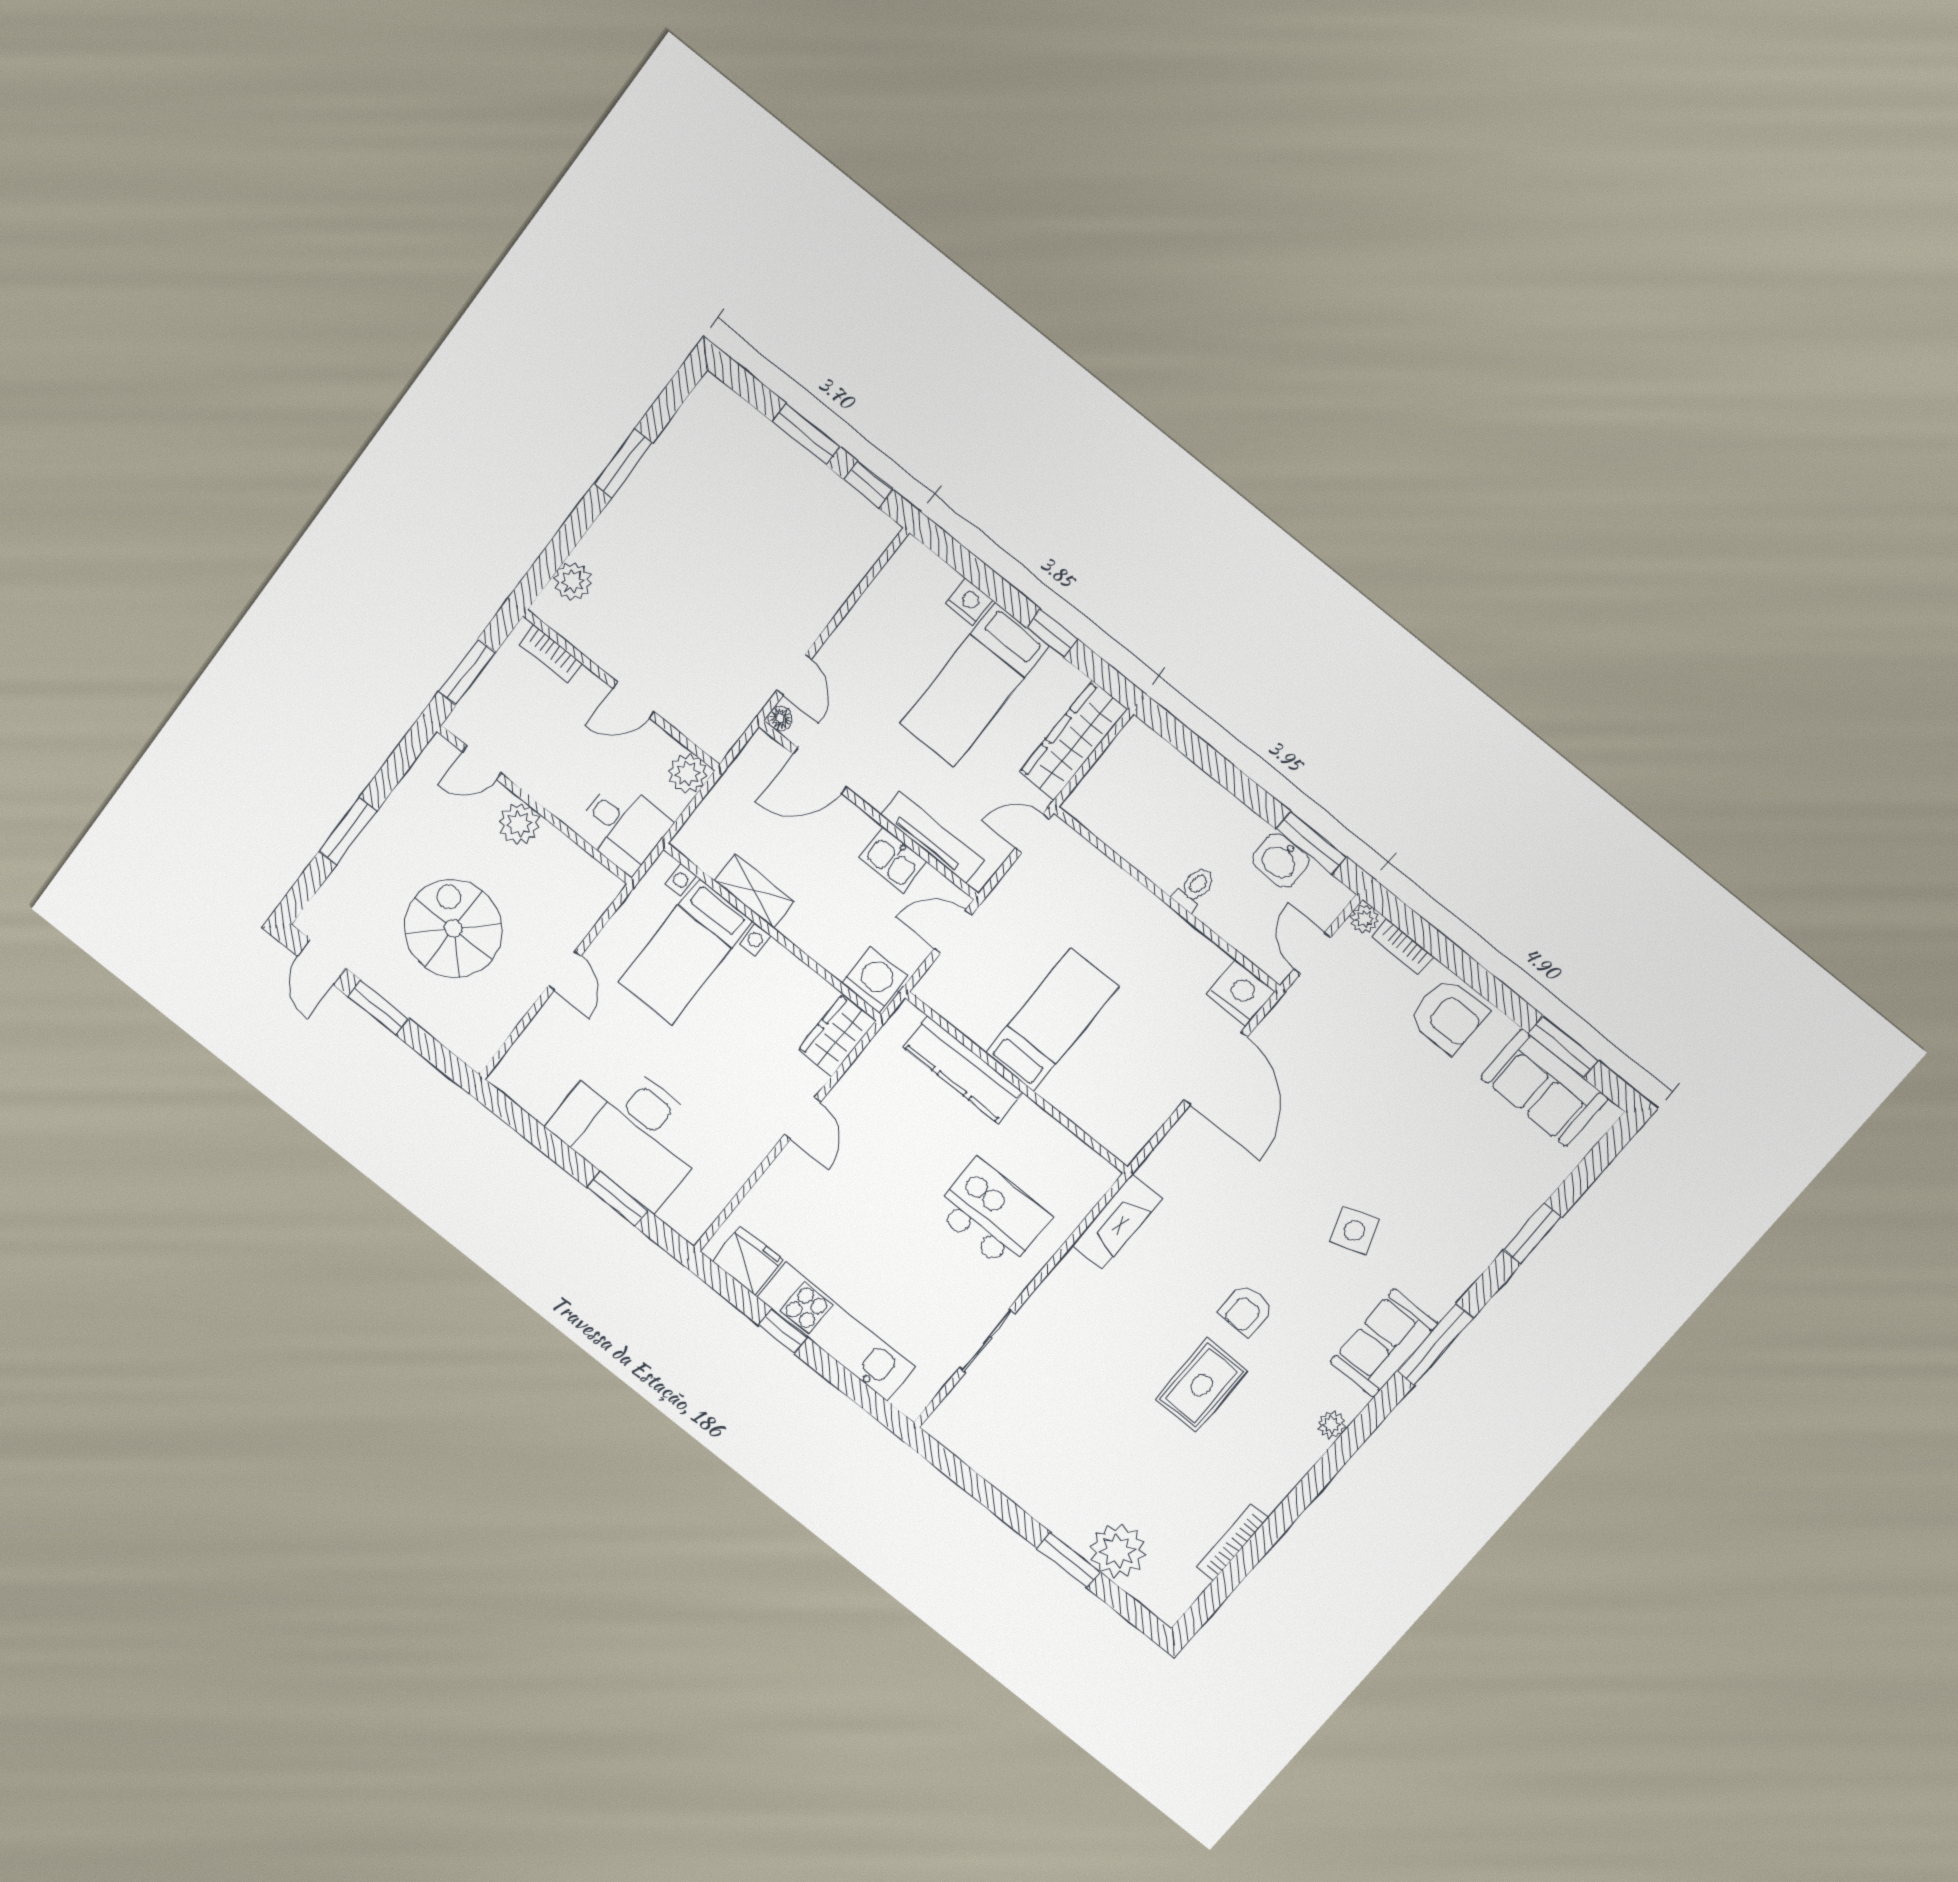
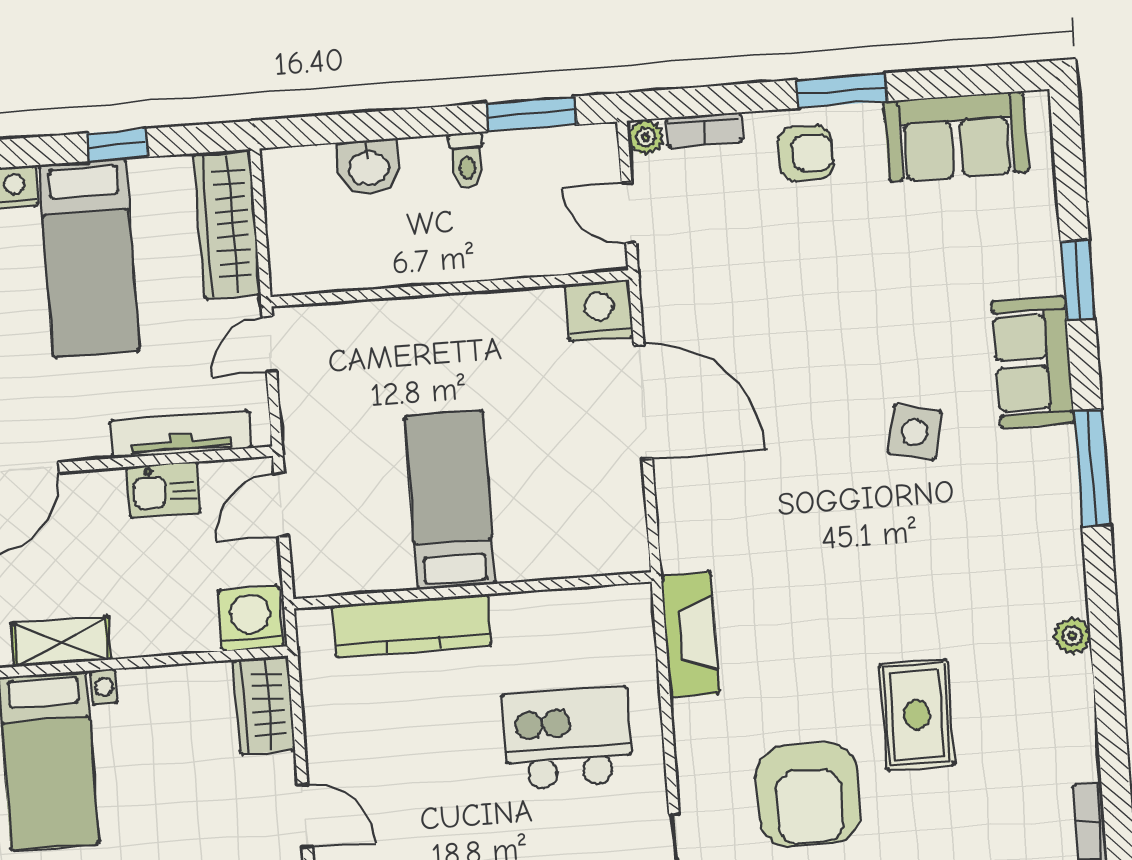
washbasin: (1281, 860) -> (369, 167), moved
toilet: (1194, 888) -> (467, 160), moved, turned 180
armchair: (1448, 1016) -> (806, 153), width x0.72, depth x0.72
window: (1563, 1047) -> (842, 91), moved
side table: (1354, 1231) -> (915, 432), turned 31
armchair: (1246, 1310) -> (808, 795), moved, width x1.88, depth x1.88
sofa: (1384, 1343) -> (1033, 362), moved

